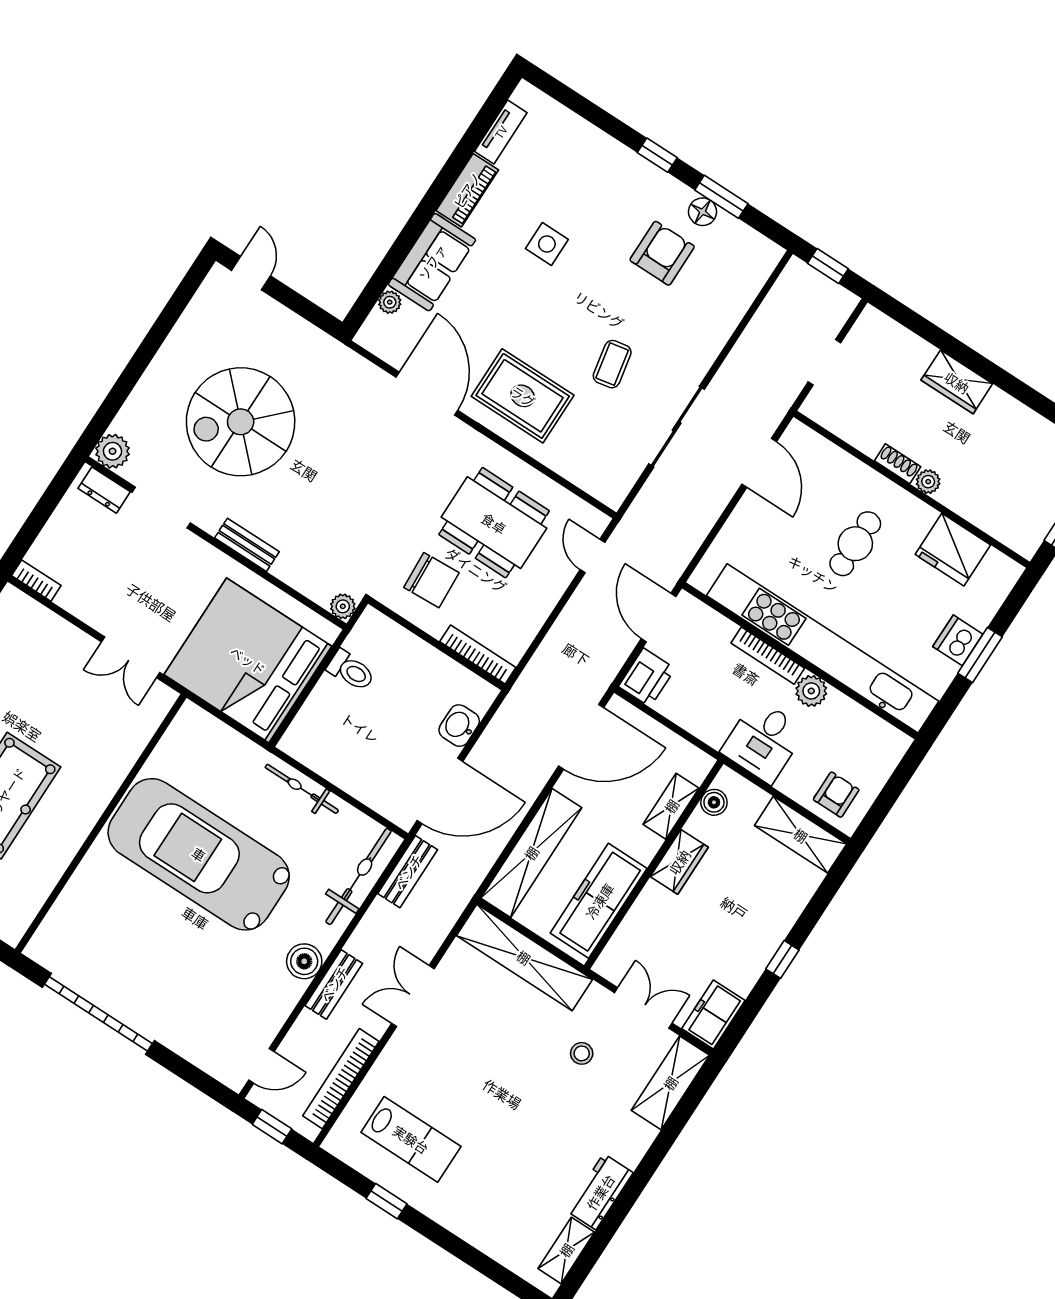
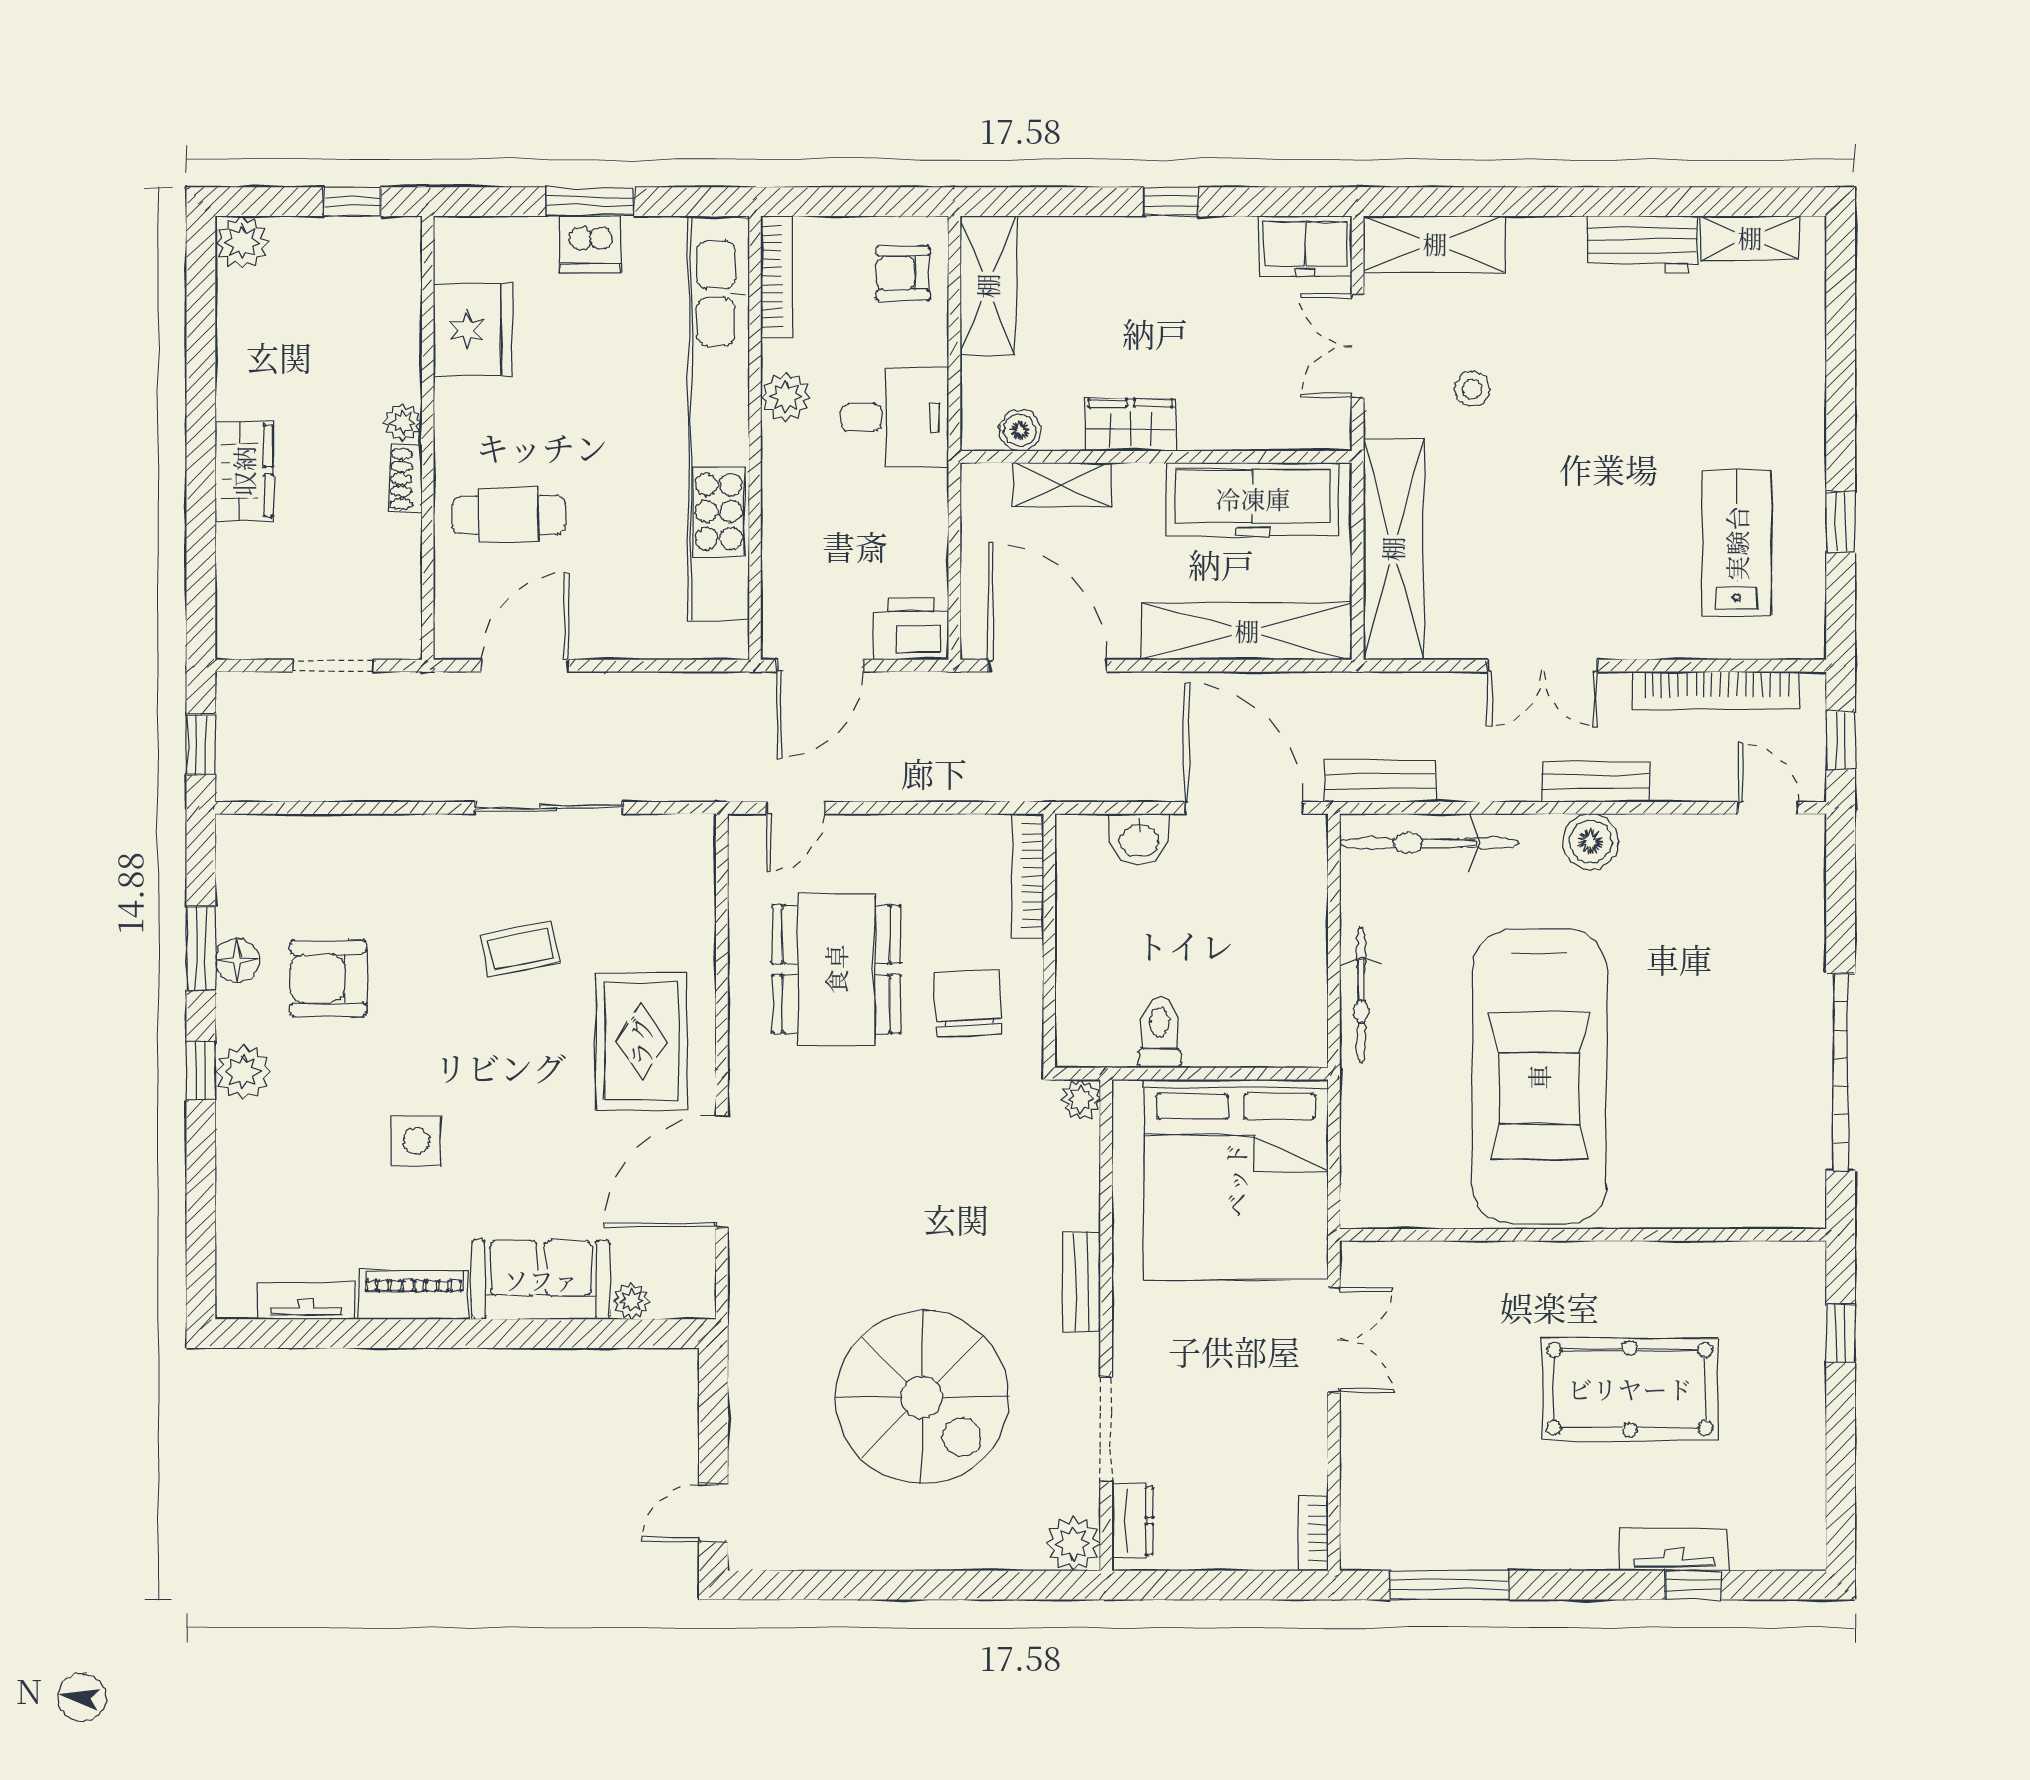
plant: (642, 177) -> (243, 1072), added
cafe table: (855, 544) -> (509, 515), moved
bookcase: (768, 656) -> (776, 276), moved

